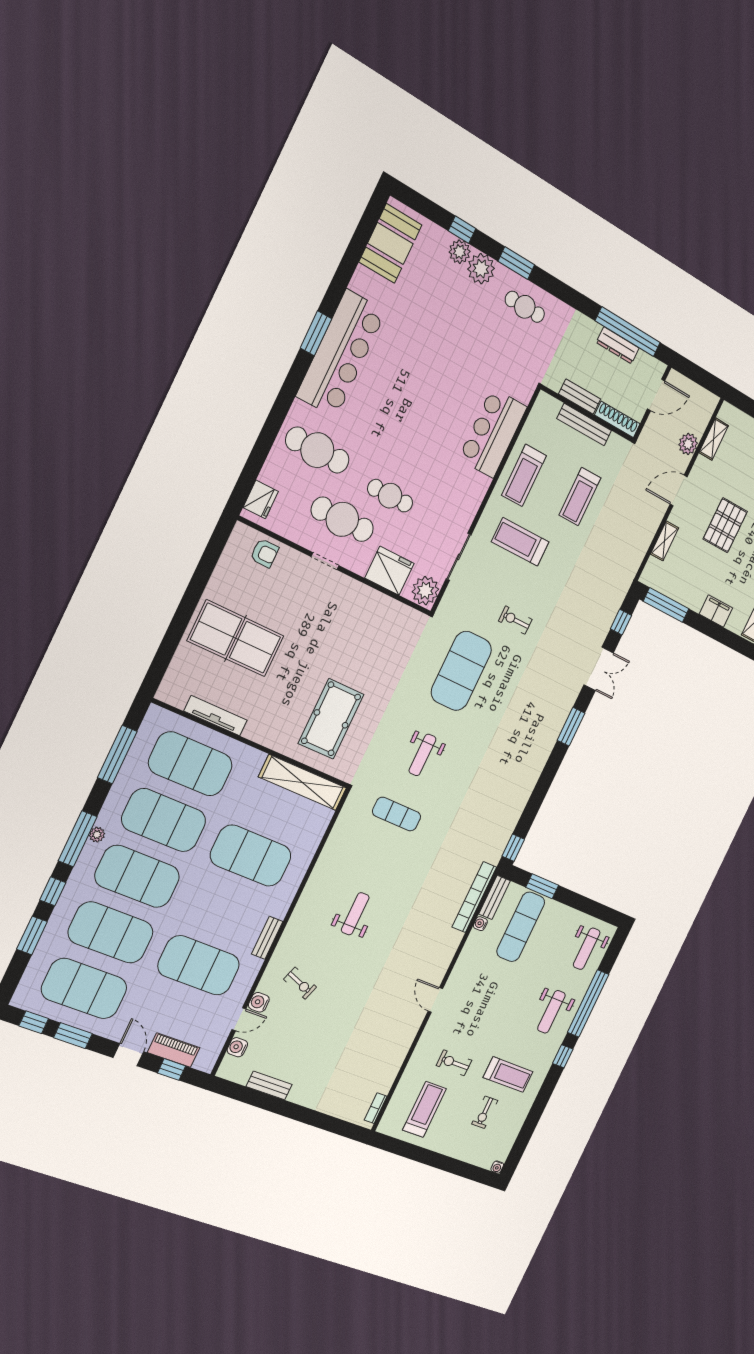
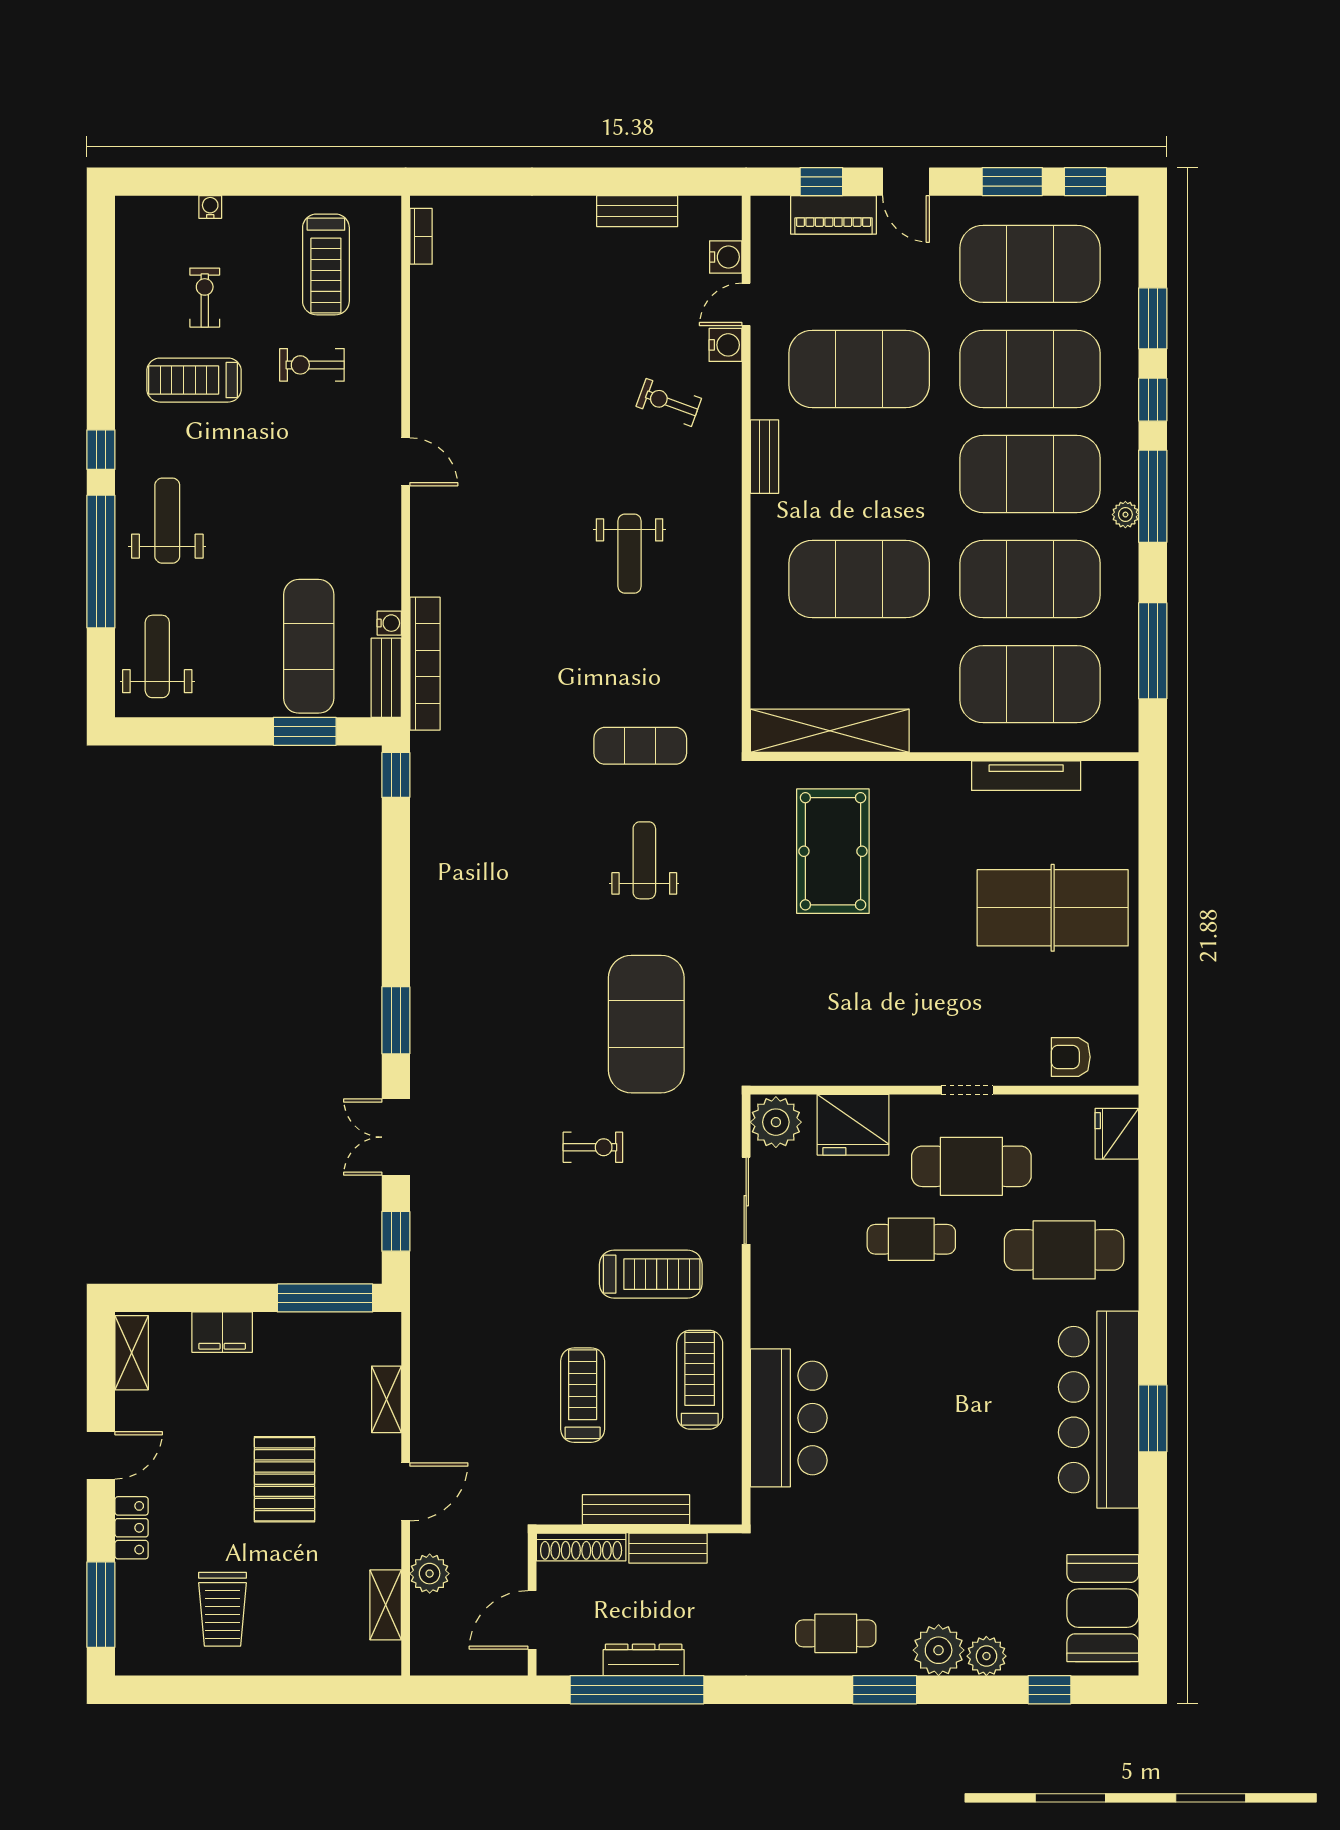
window: (462, 230) -> (1049, 1690), moved
exercise bike: (454, 1063) -> (312, 365), turned 180
water cooler: (497, 1167) -> (210, 207), moved

